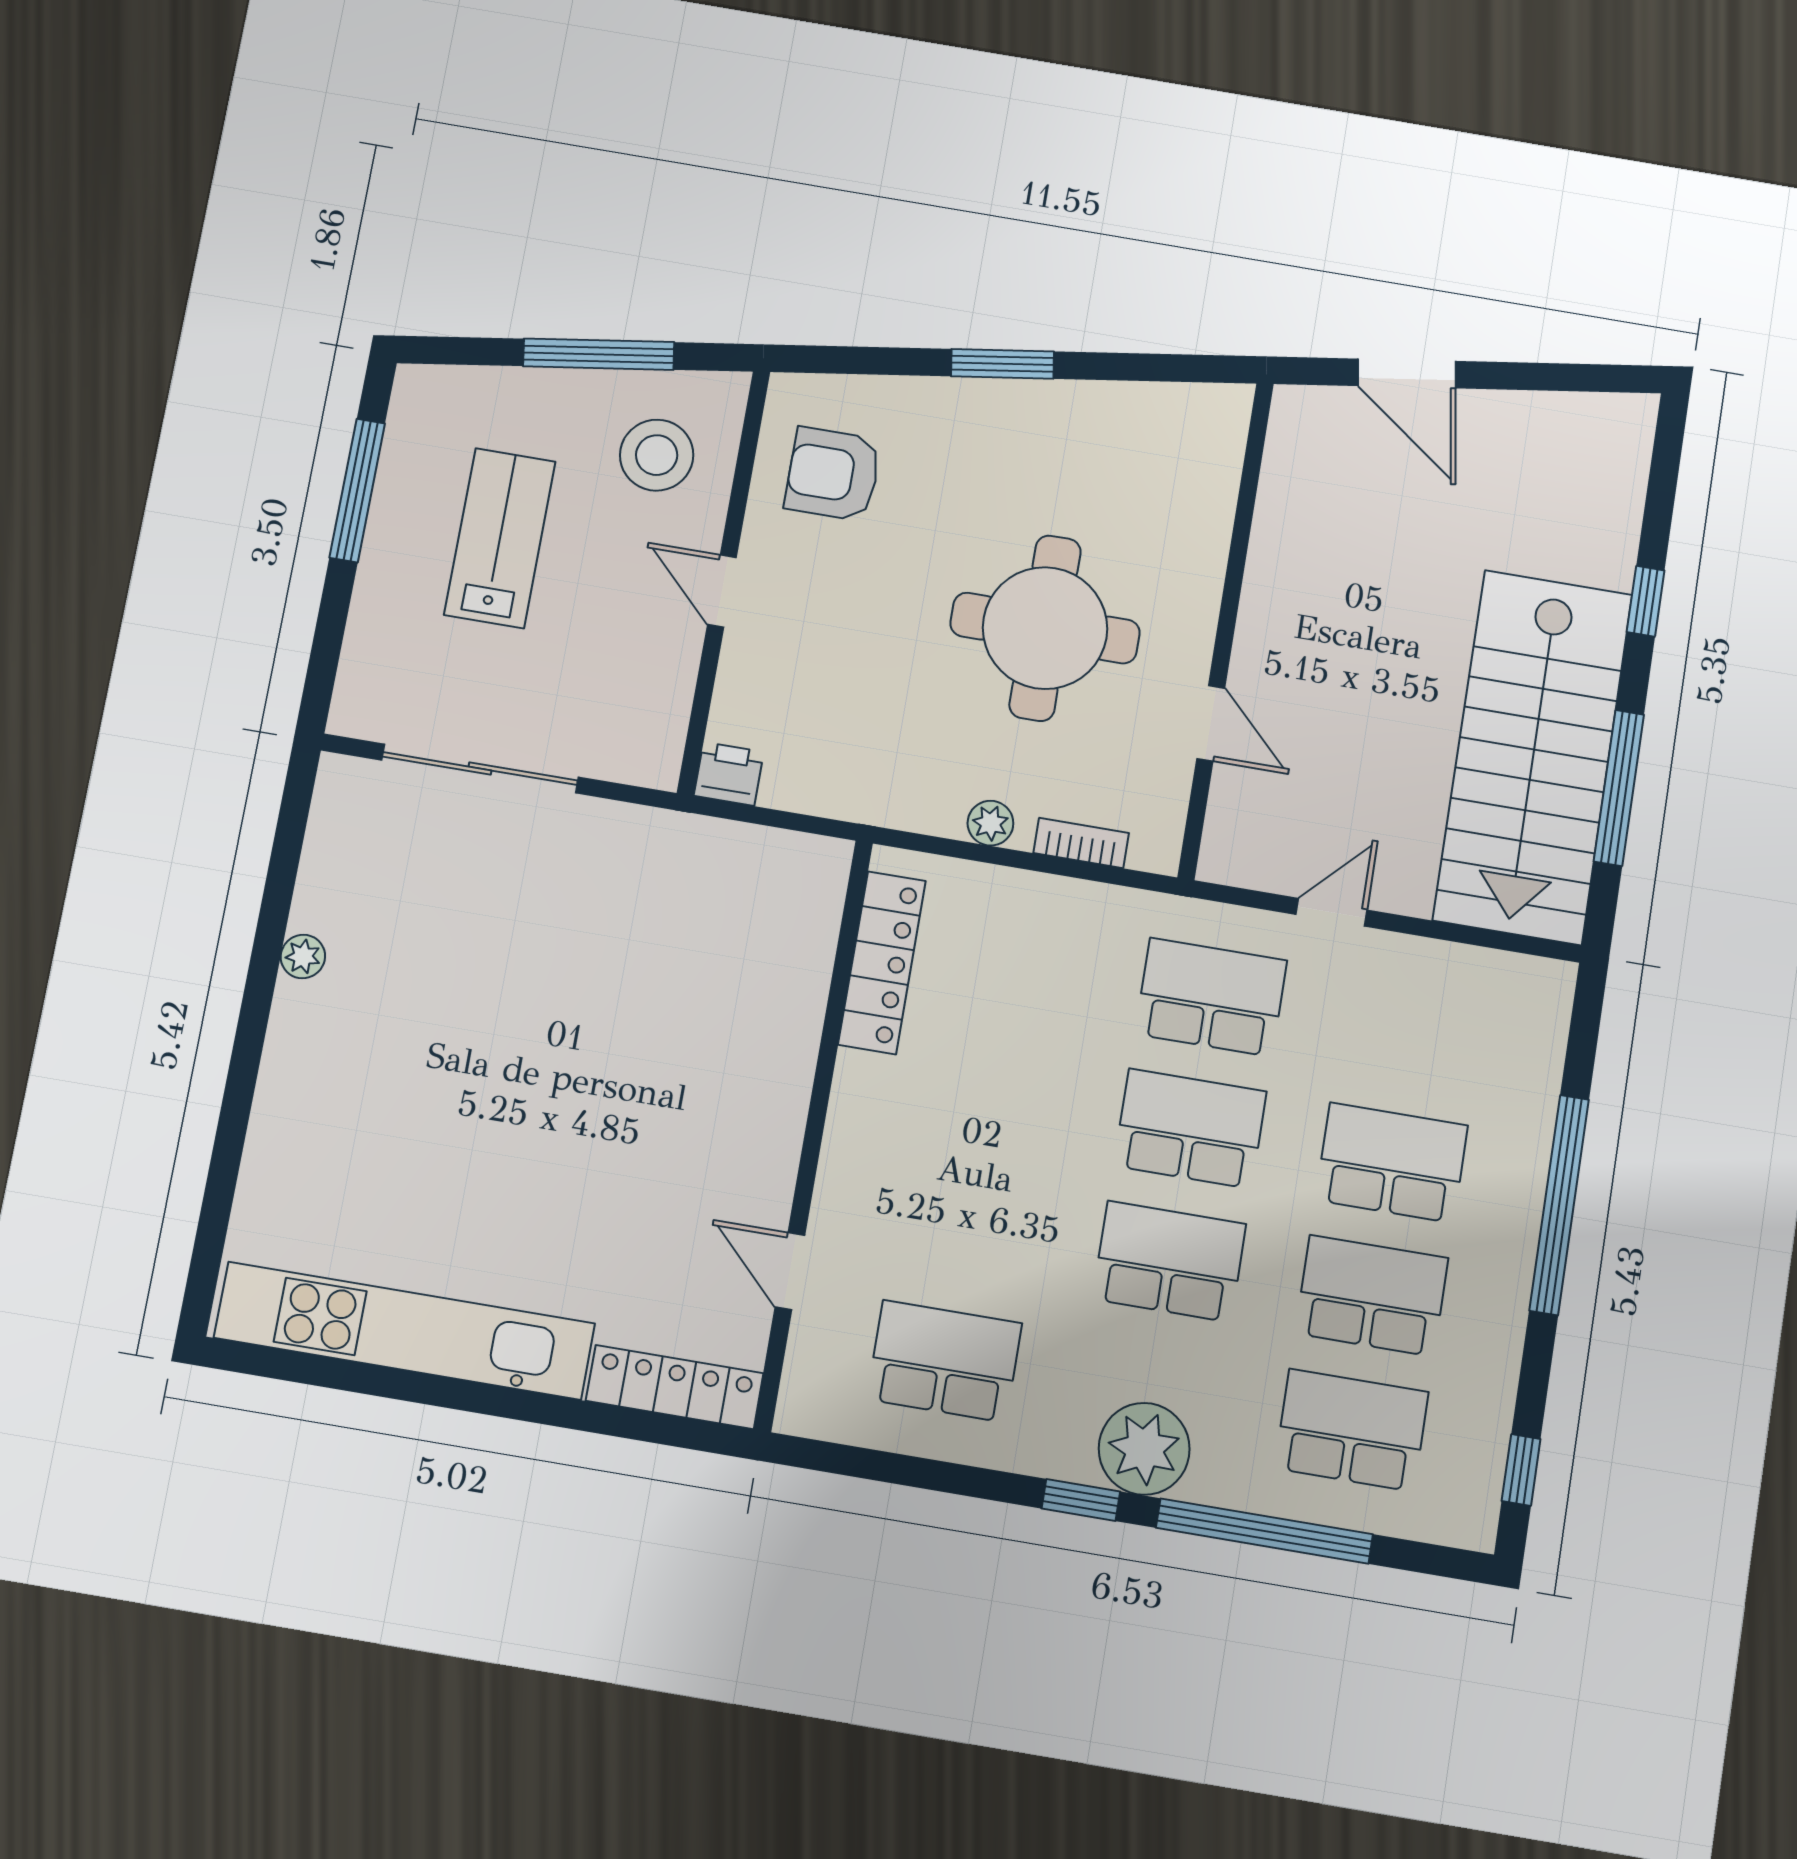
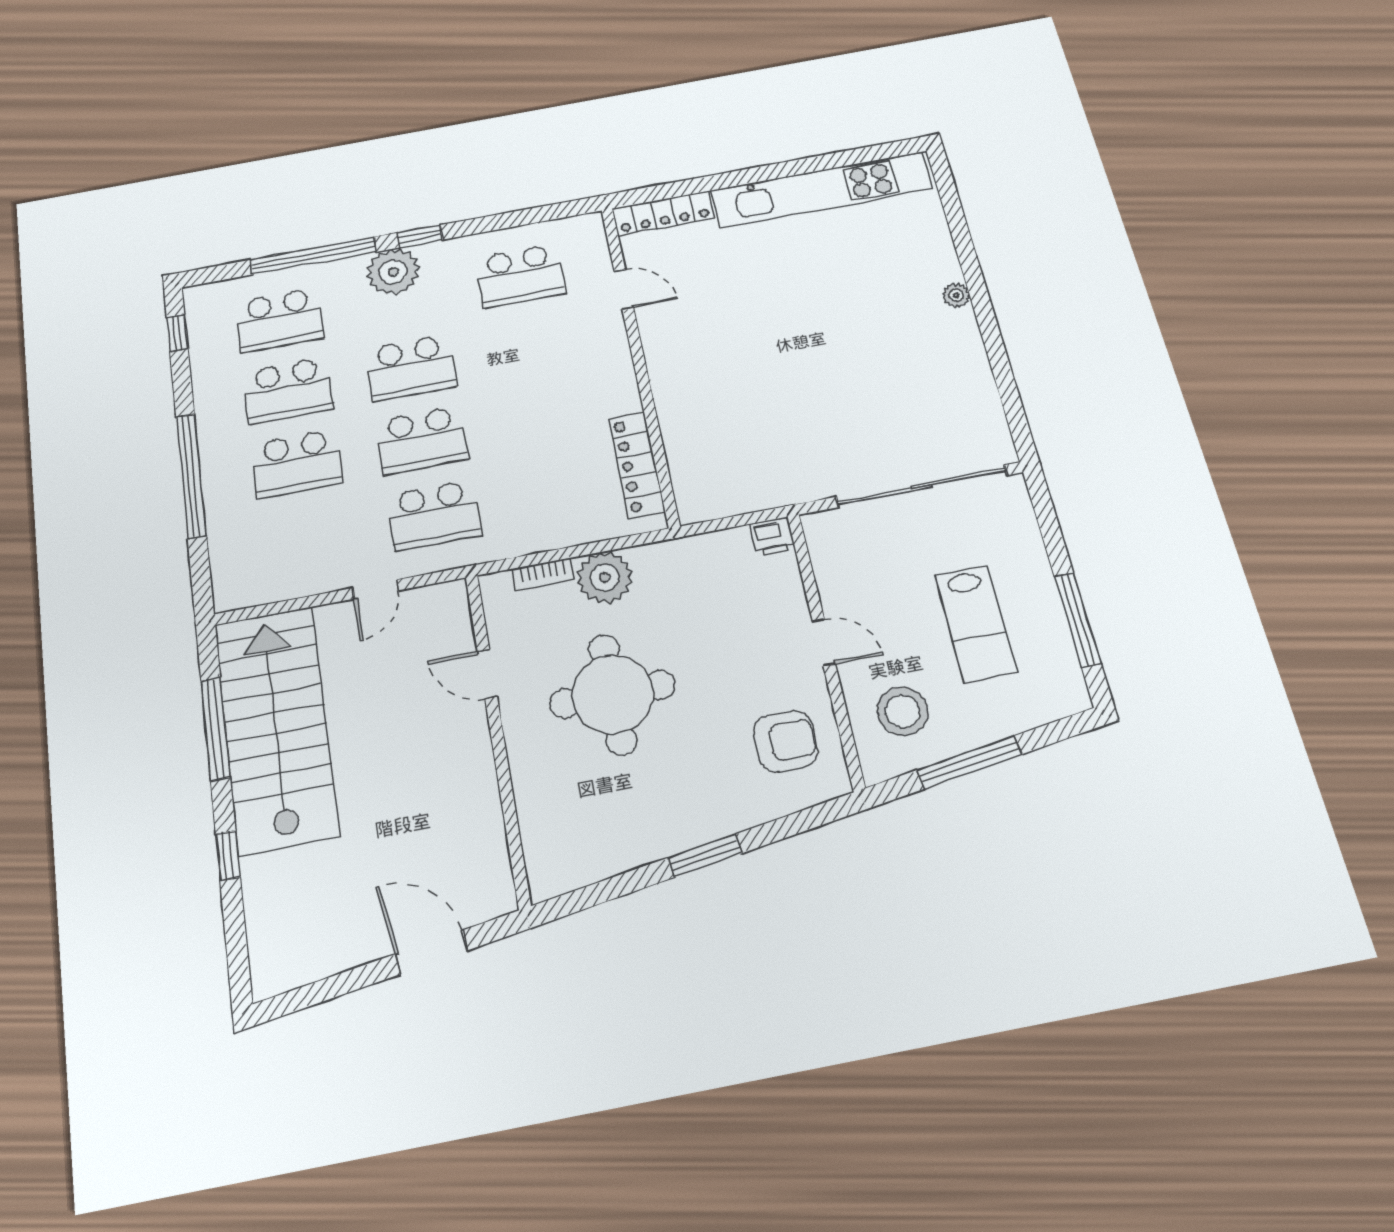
sliding door: (480, 769) -> (922, 486), width x1.36
plant: (990, 823) -> (605, 577), width x1.87, depth x1.87
plant: (303, 957) -> (956, 295), moved

